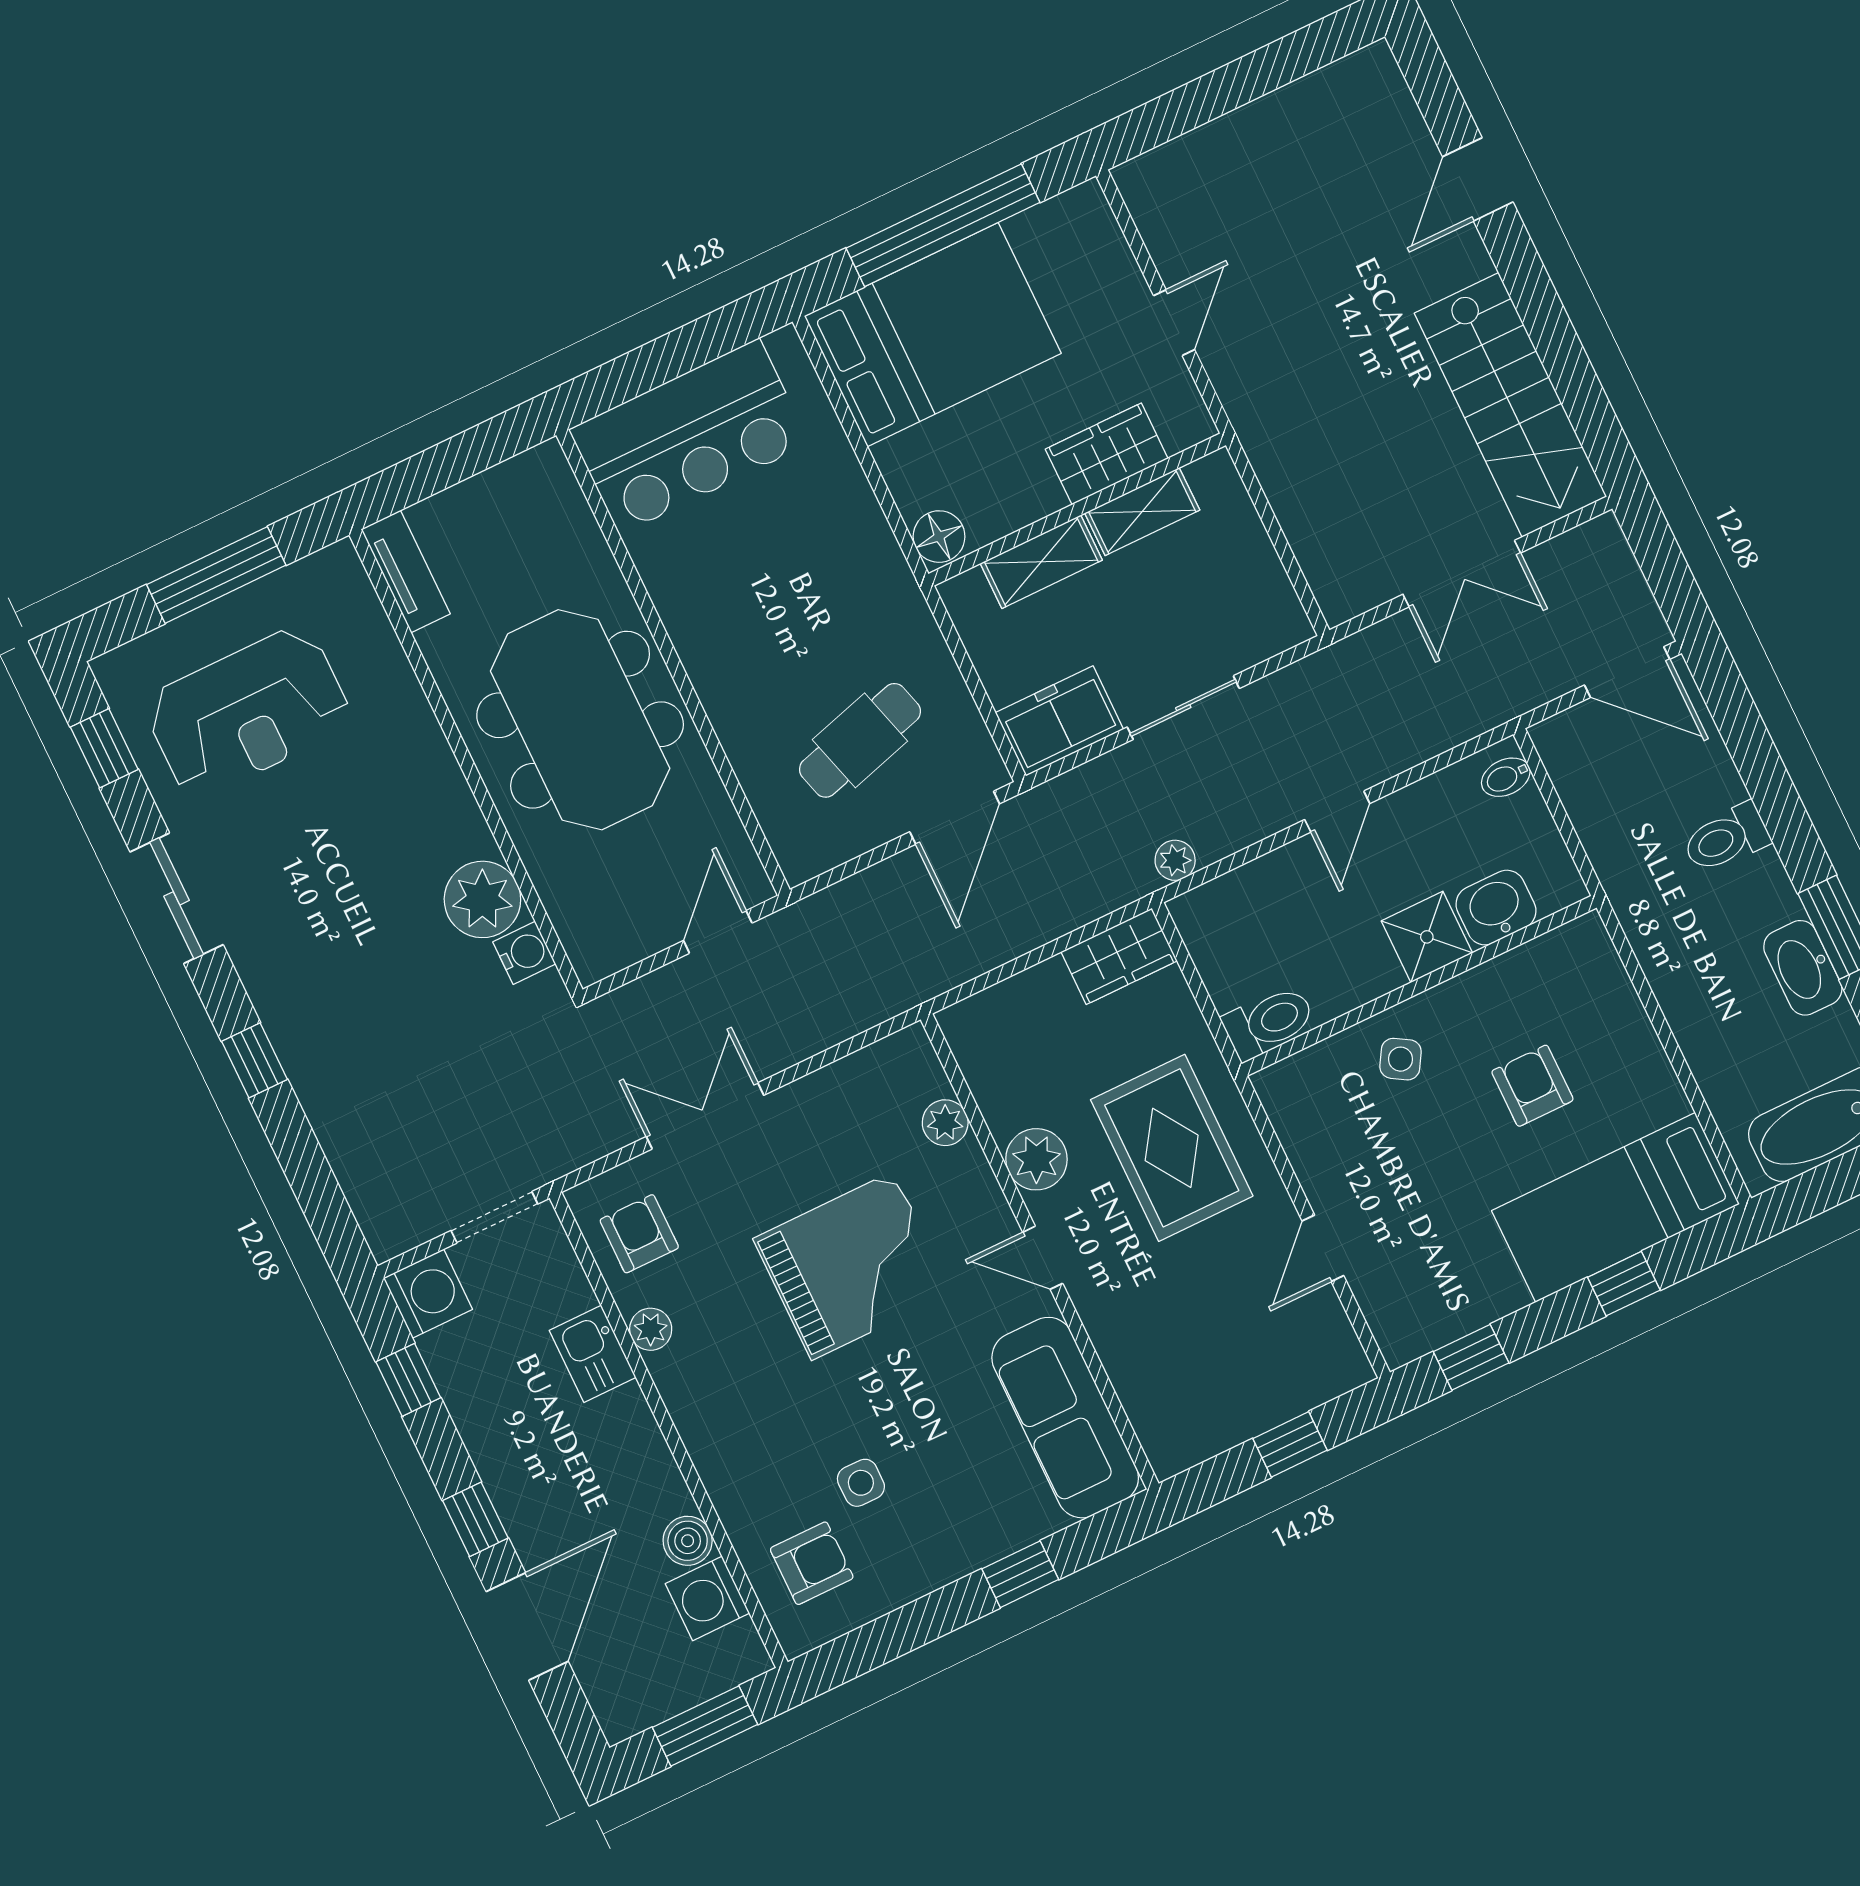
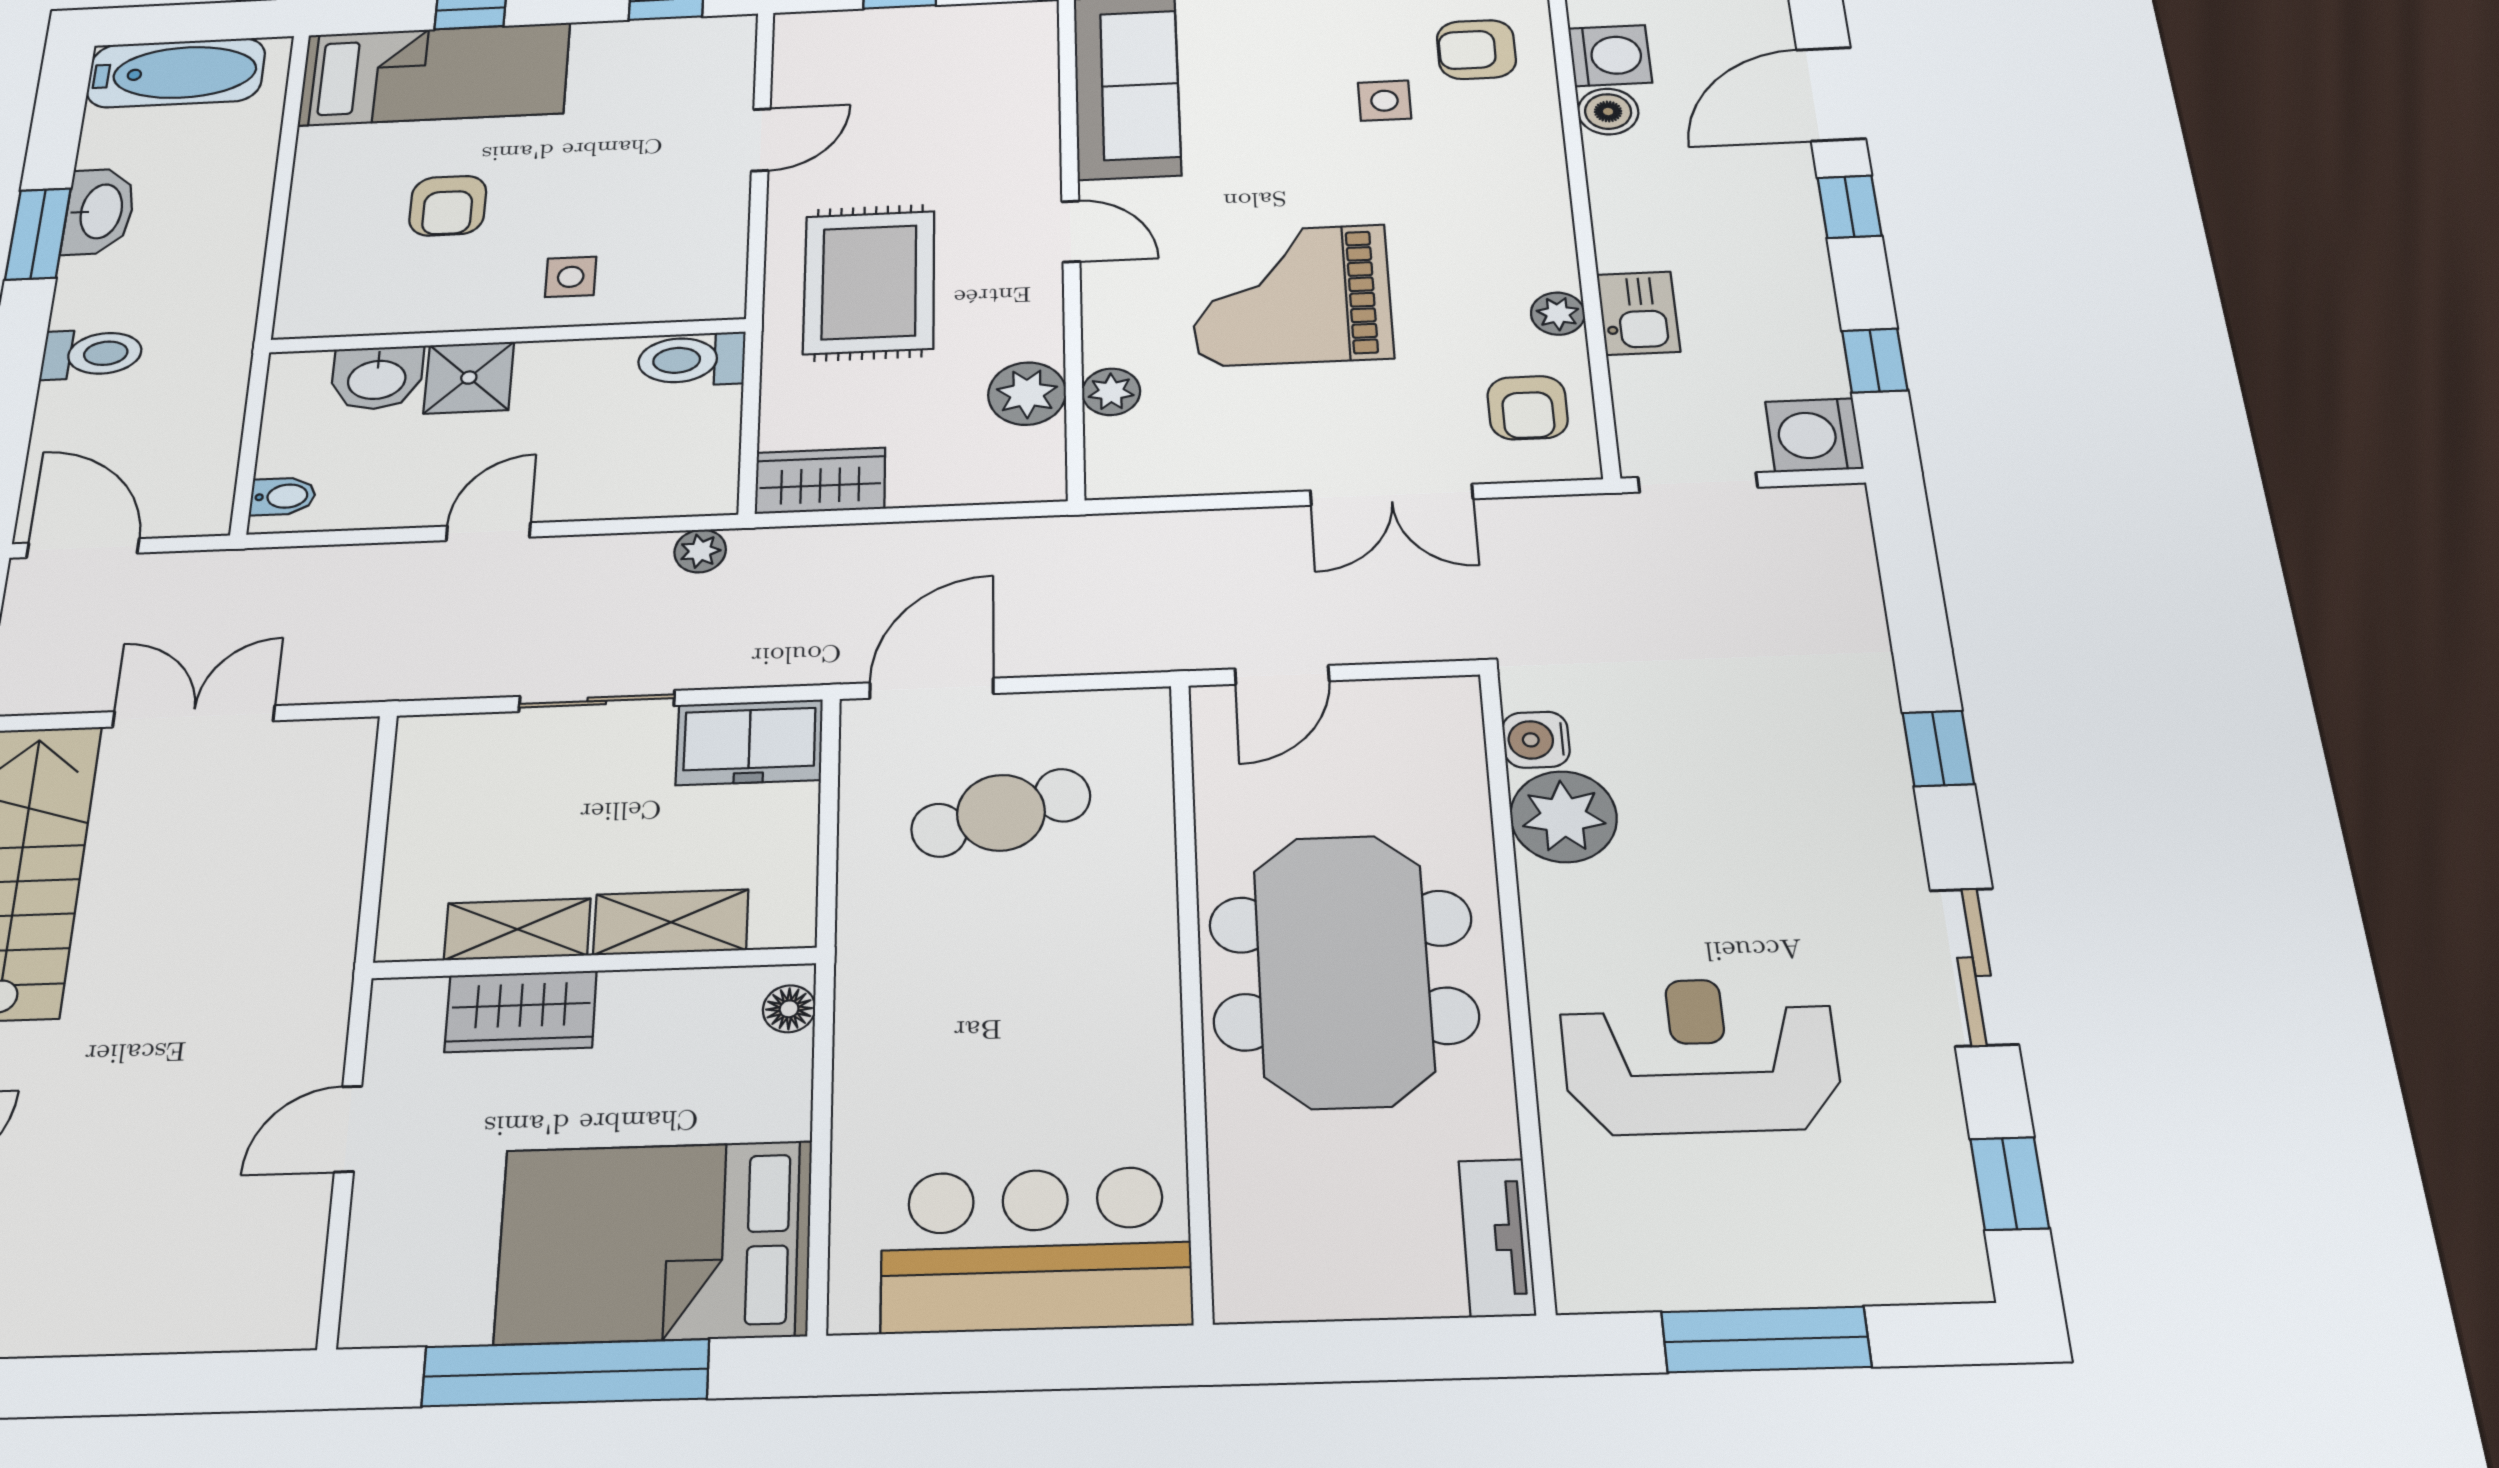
floor lamp: (939, 537) -> (789, 1009), width x0.73, depth x0.73
reception desk: (248, 712) -> (1700, 1055), moved
side table: (1400, 1059) -> (571, 277), turned -31
plant: (1036, 1159) -> (1027, 394), moved

